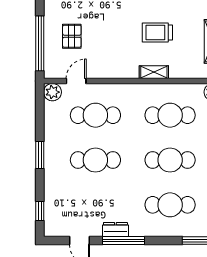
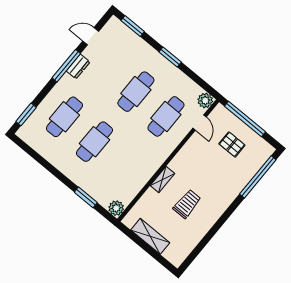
cafe table: (170, 115) -> (125, 167), removed
window: (40, 211) -> (133, 26), width x1.50

